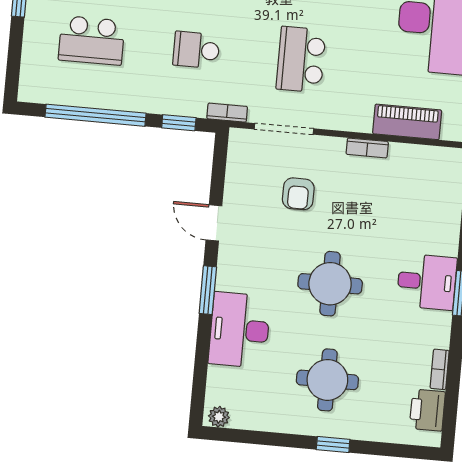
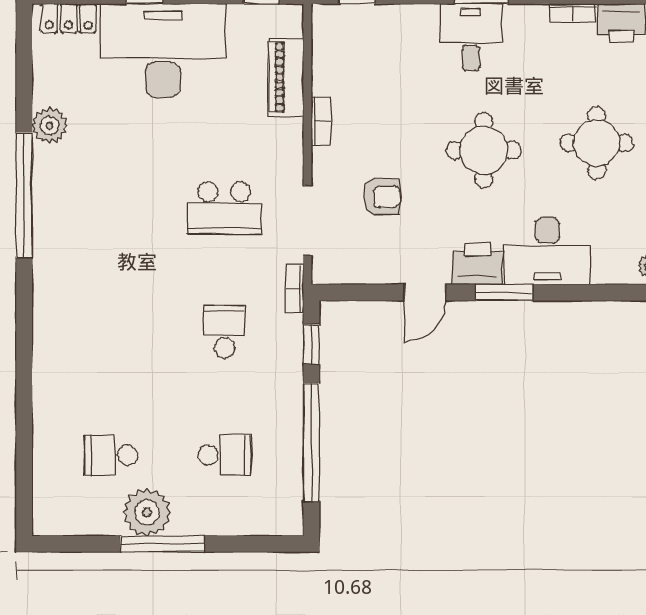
school desk: (92, 40) -> (224, 455), width x0.54
school desk: (196, 50) -> (224, 332), turned 180
printer: (234, 270) -> (477, 264), added

